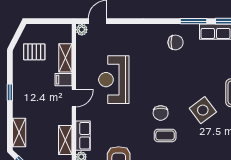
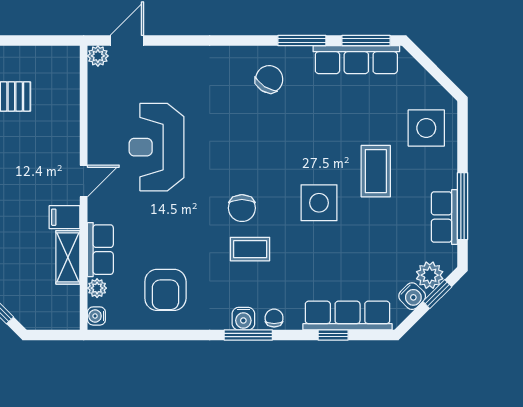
chair: (176, 42) -> (269, 79), turned -57
shelving: (65, 58) -> (68, 107), removed
filing cabinet: (63, 80) -> (65, 217), moved
side table: (203, 110) -> (319, 203), turned 37

